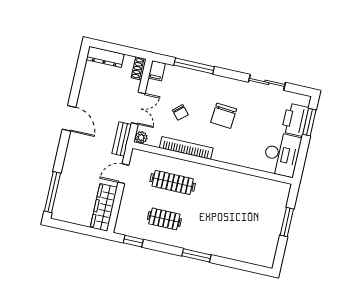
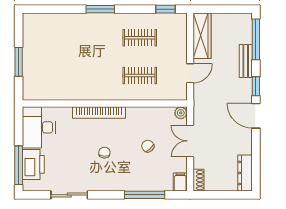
dresser: (105, 57) -> (245, 173), moved, turned -90
chair: (224, 116) -> (104, 153), width x0.54, depth x0.54
window: (309, 122) -> (19, 165), width x1.44
bench: (122, 139) -> (246, 61), moved
window: (63, 147) -> (256, 86), added
bookcase: (186, 148) -> (99, 112), moved
clothes rail: (173, 182) -> (140, 76), width x0.73

